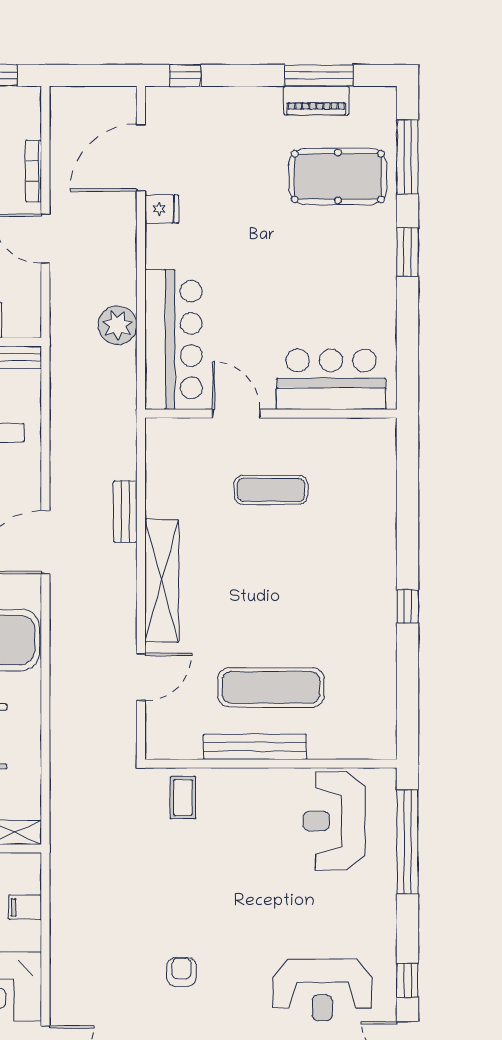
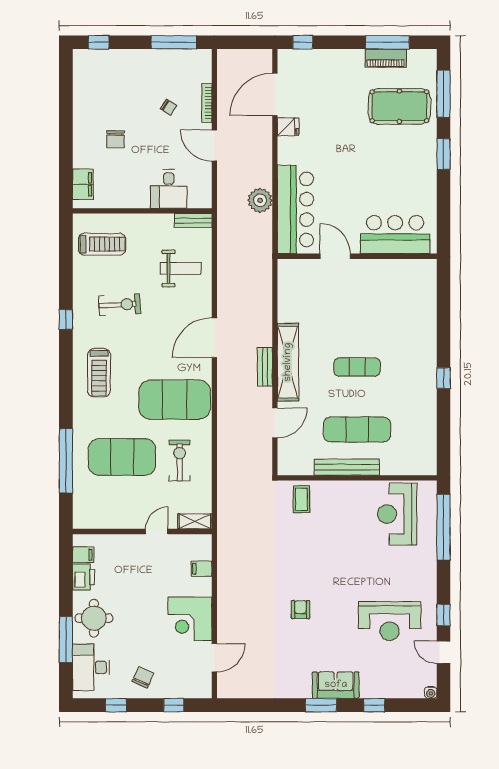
exercise mat: (271, 490) -> (357, 367), moved
bench: (125, 511) -> (265, 367), moved

